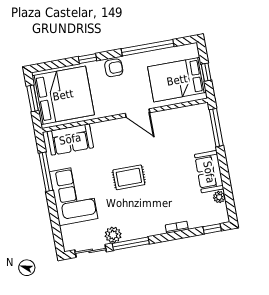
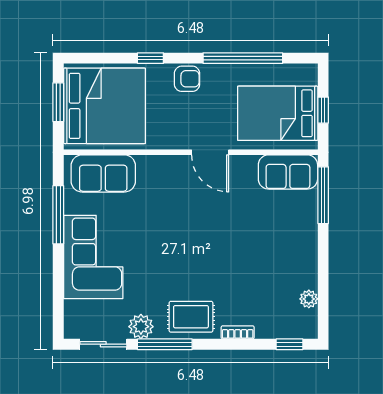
sofa: (209, 172) -> (288, 172), moved, turned -90
rug: (129, 177) -> (191, 317), moved

